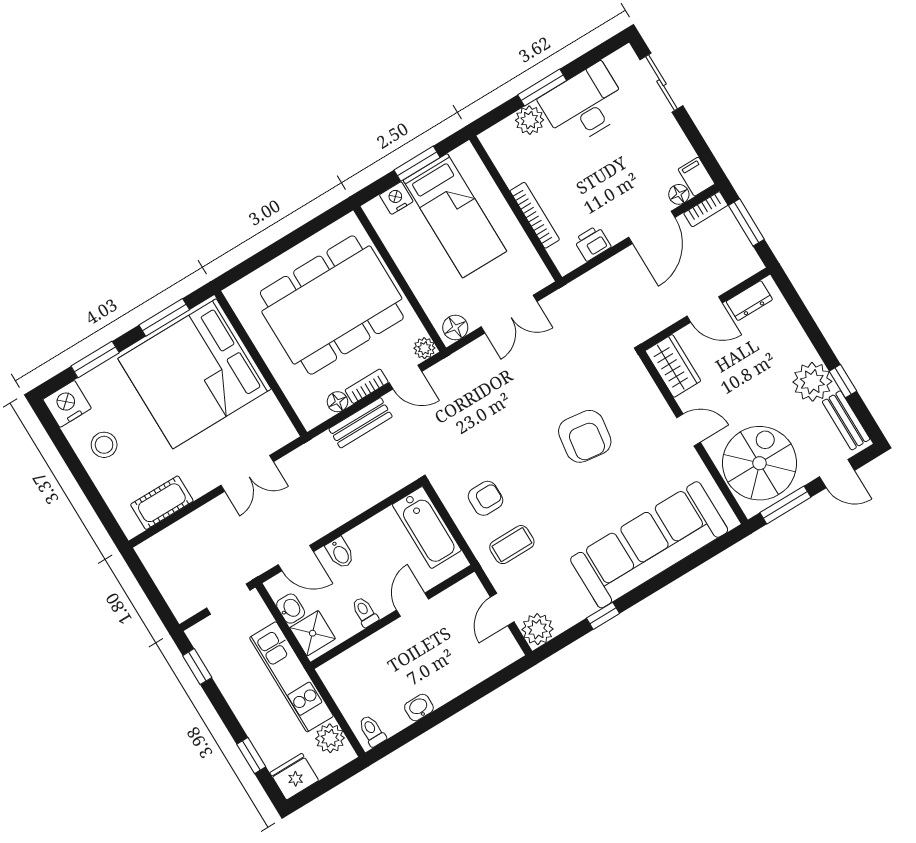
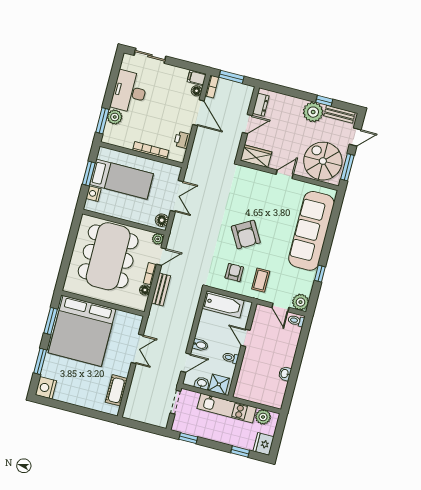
window: (542, 88) -> (102, 121), moved
armchair: (585, 436) -> (246, 235), moved, turned 52
stool: (104, 445) -> (74, 390), removed
toilet: (372, 731) -> (296, 321), moved

